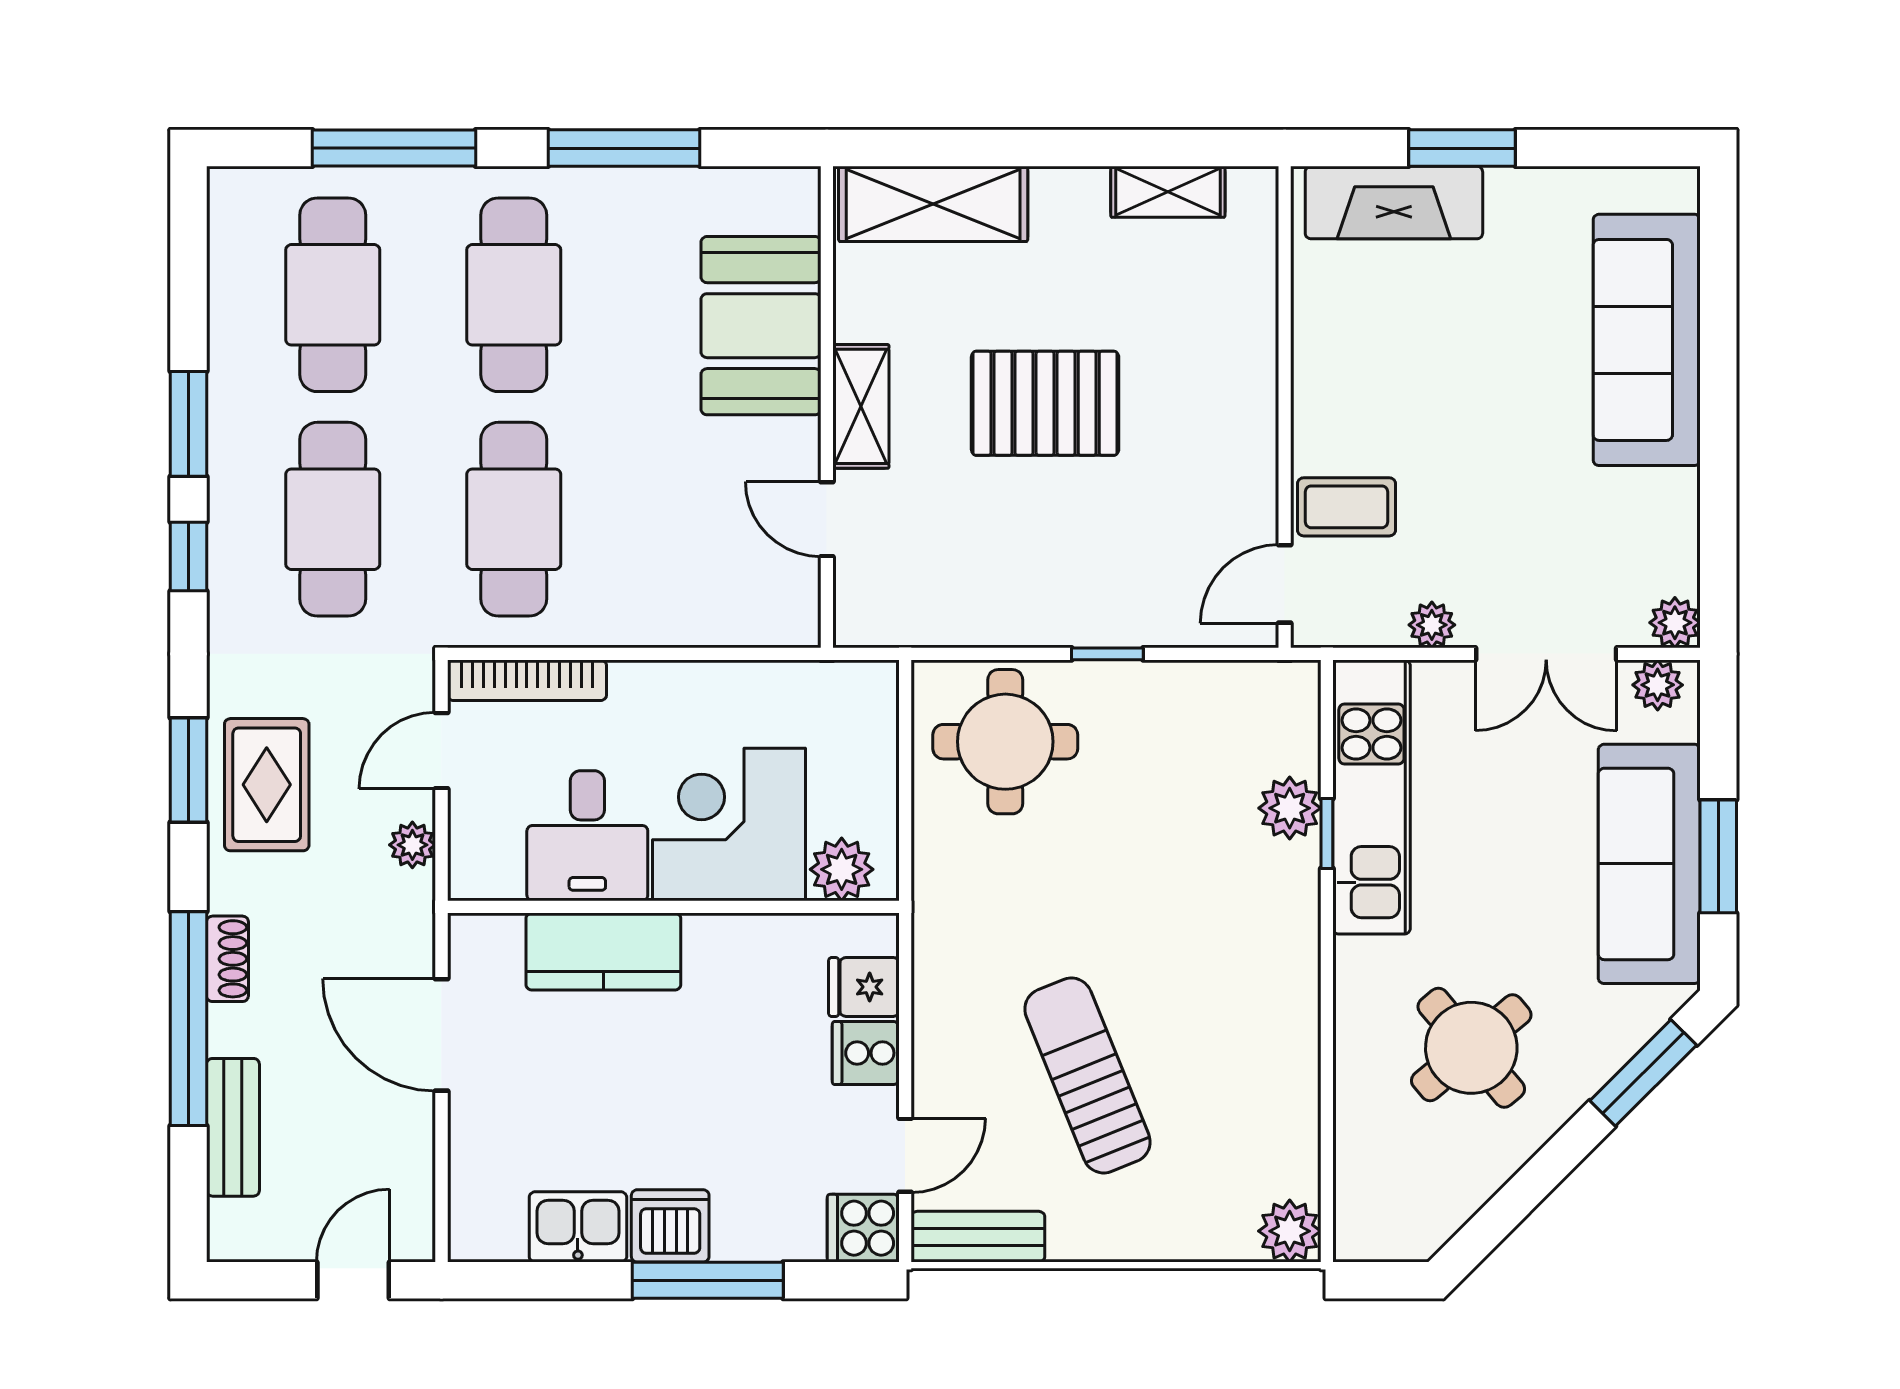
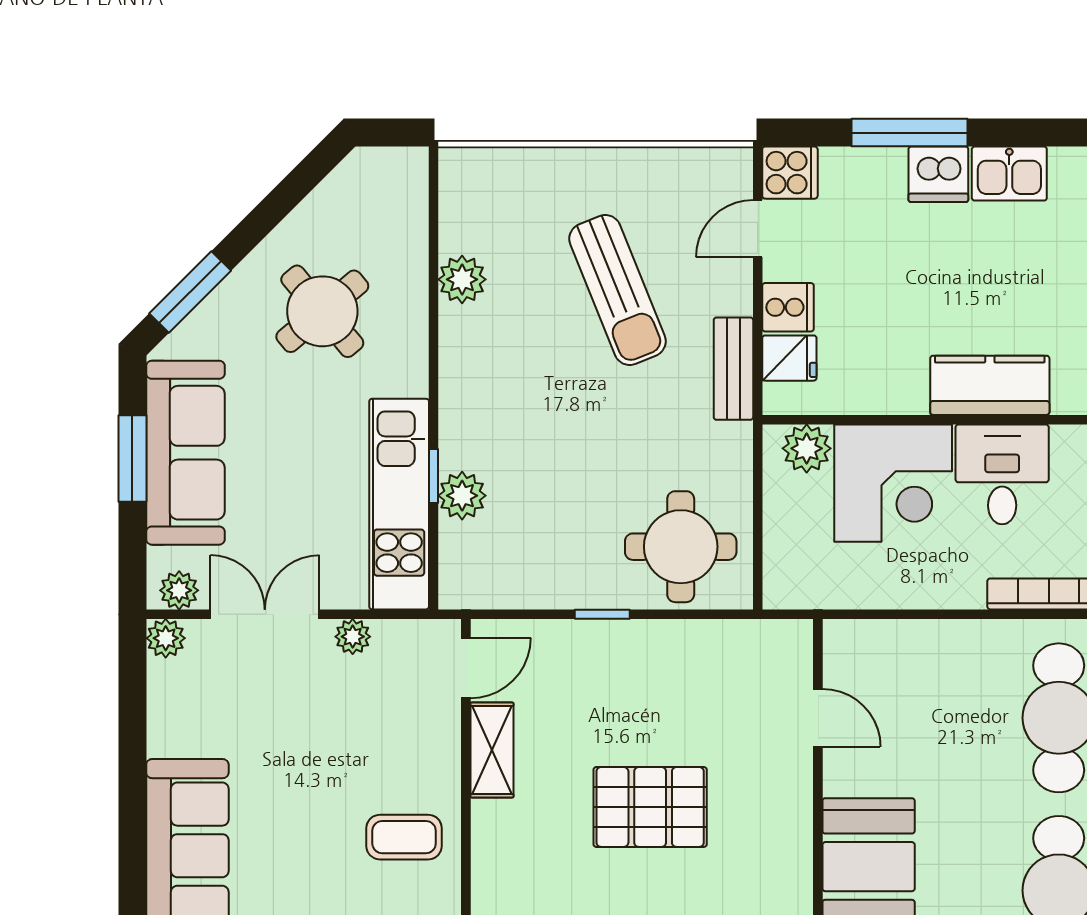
shelving: (861, 406) -> (492, 750), moved
coffee table: (1346, 507) -> (404, 837), moved
plant: (1290, 1231) -> (462, 279), moved
bench: (978, 1237) -> (733, 369), moved, turned 90

